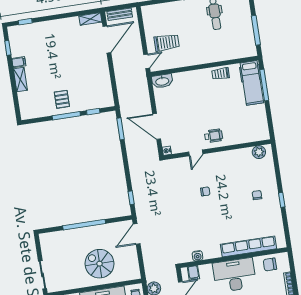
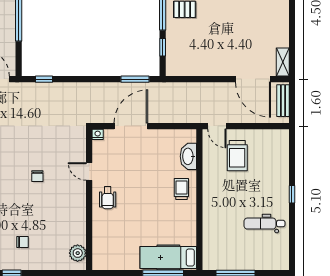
trolley: (221, 74) -> (181, 189), moved
washbasin: (162, 81) -> (188, 156), moved

